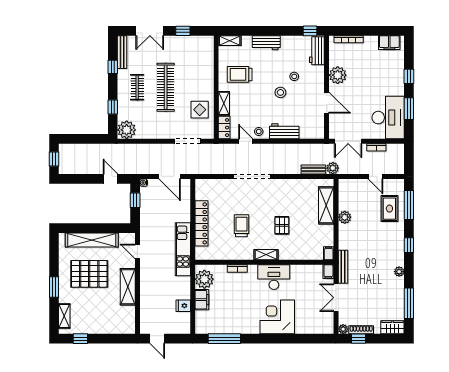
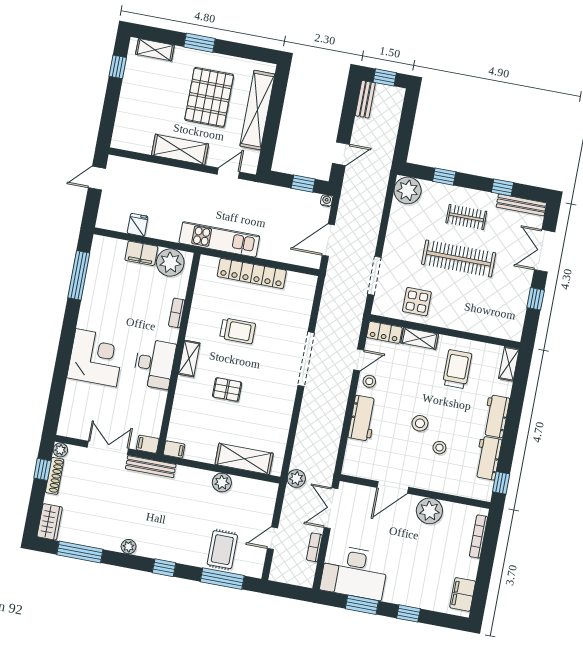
workbench: (317, 51) -> (488, 458), moved, turned -90
bench: (313, 169) -> (365, 99), moved
rug: (389, 209) -> (222, 550), turned 90

